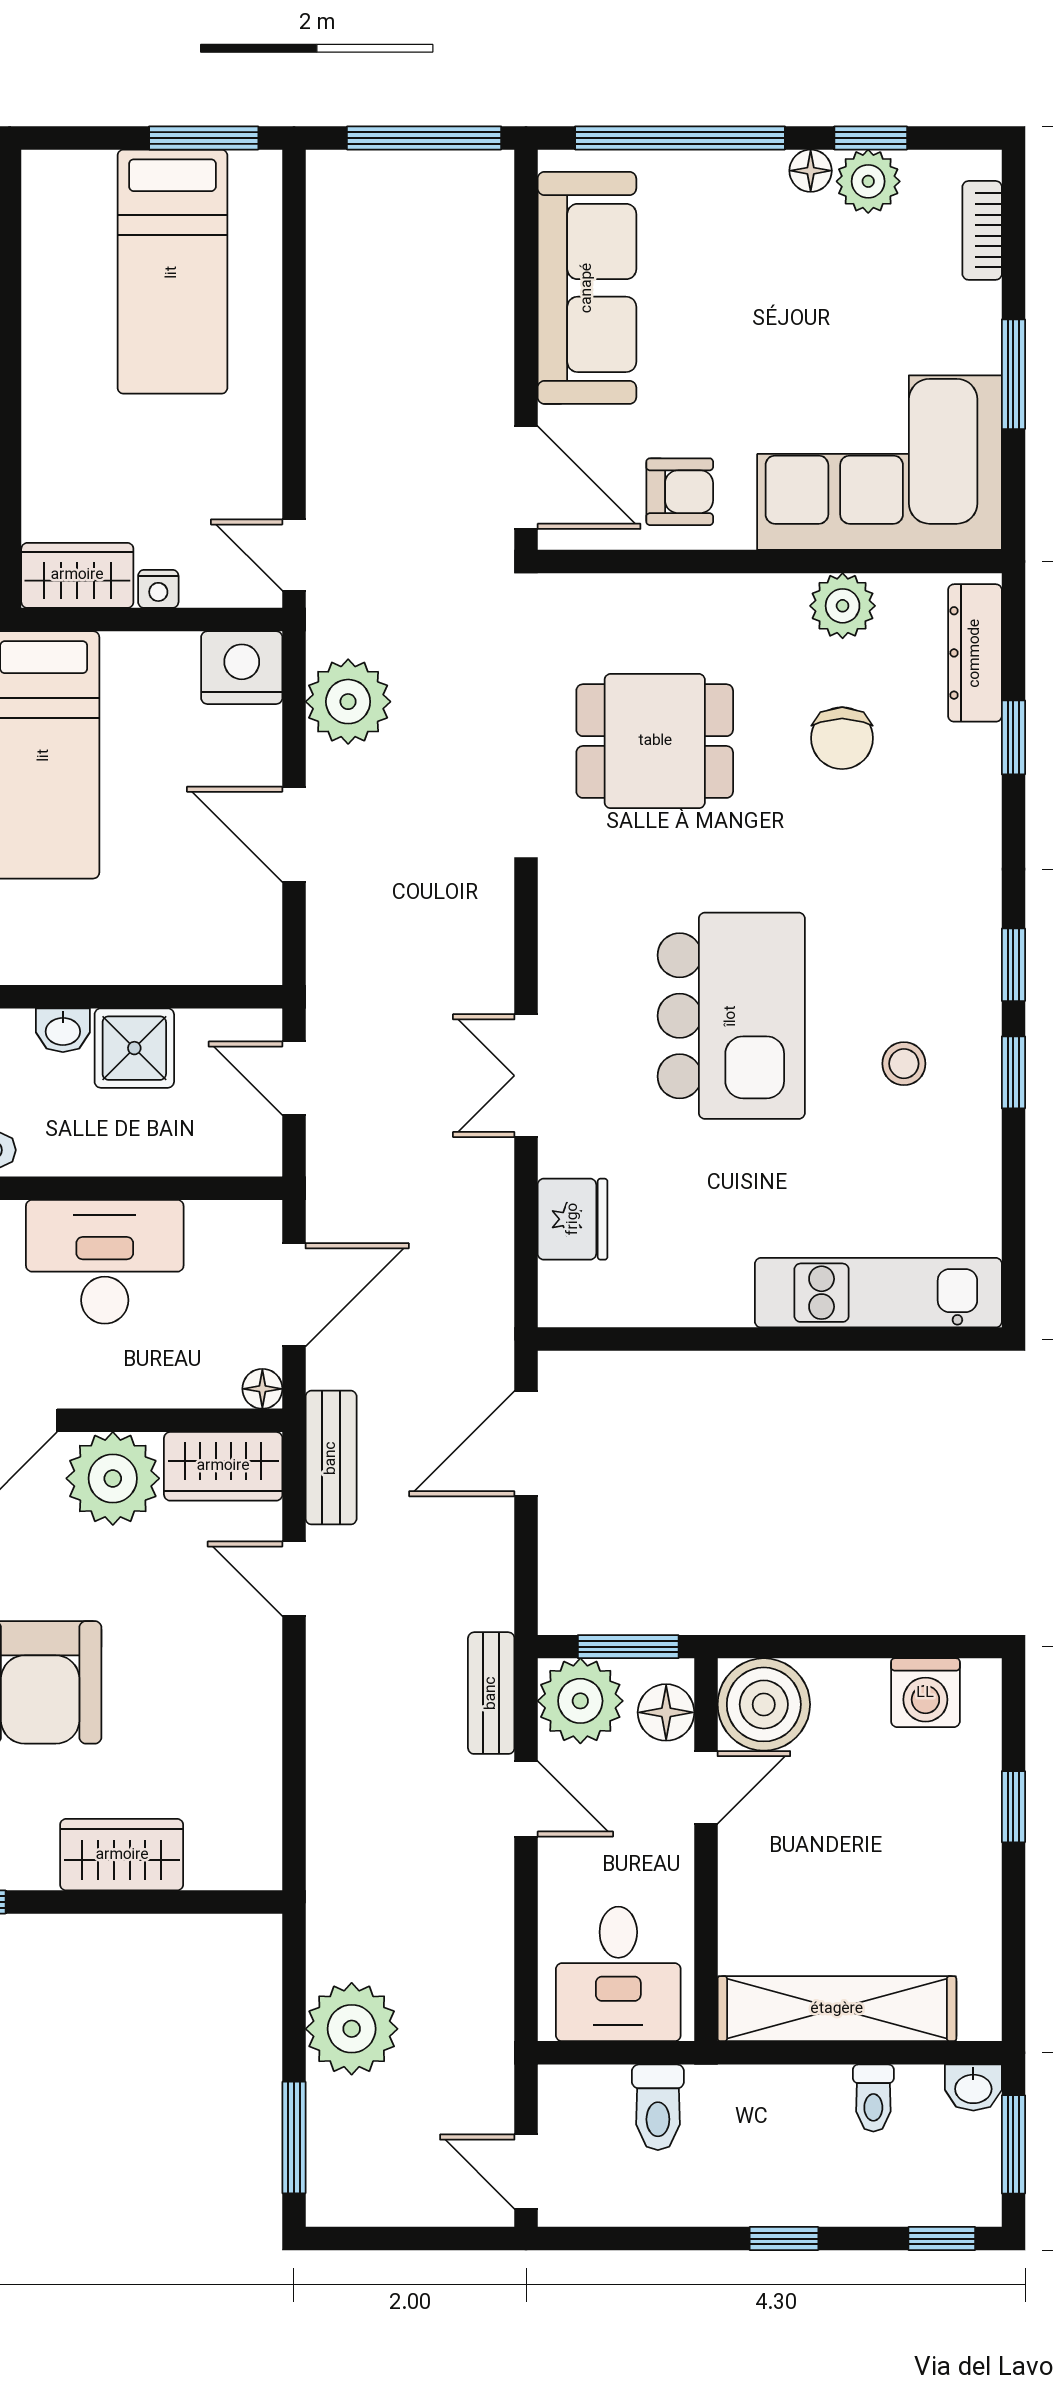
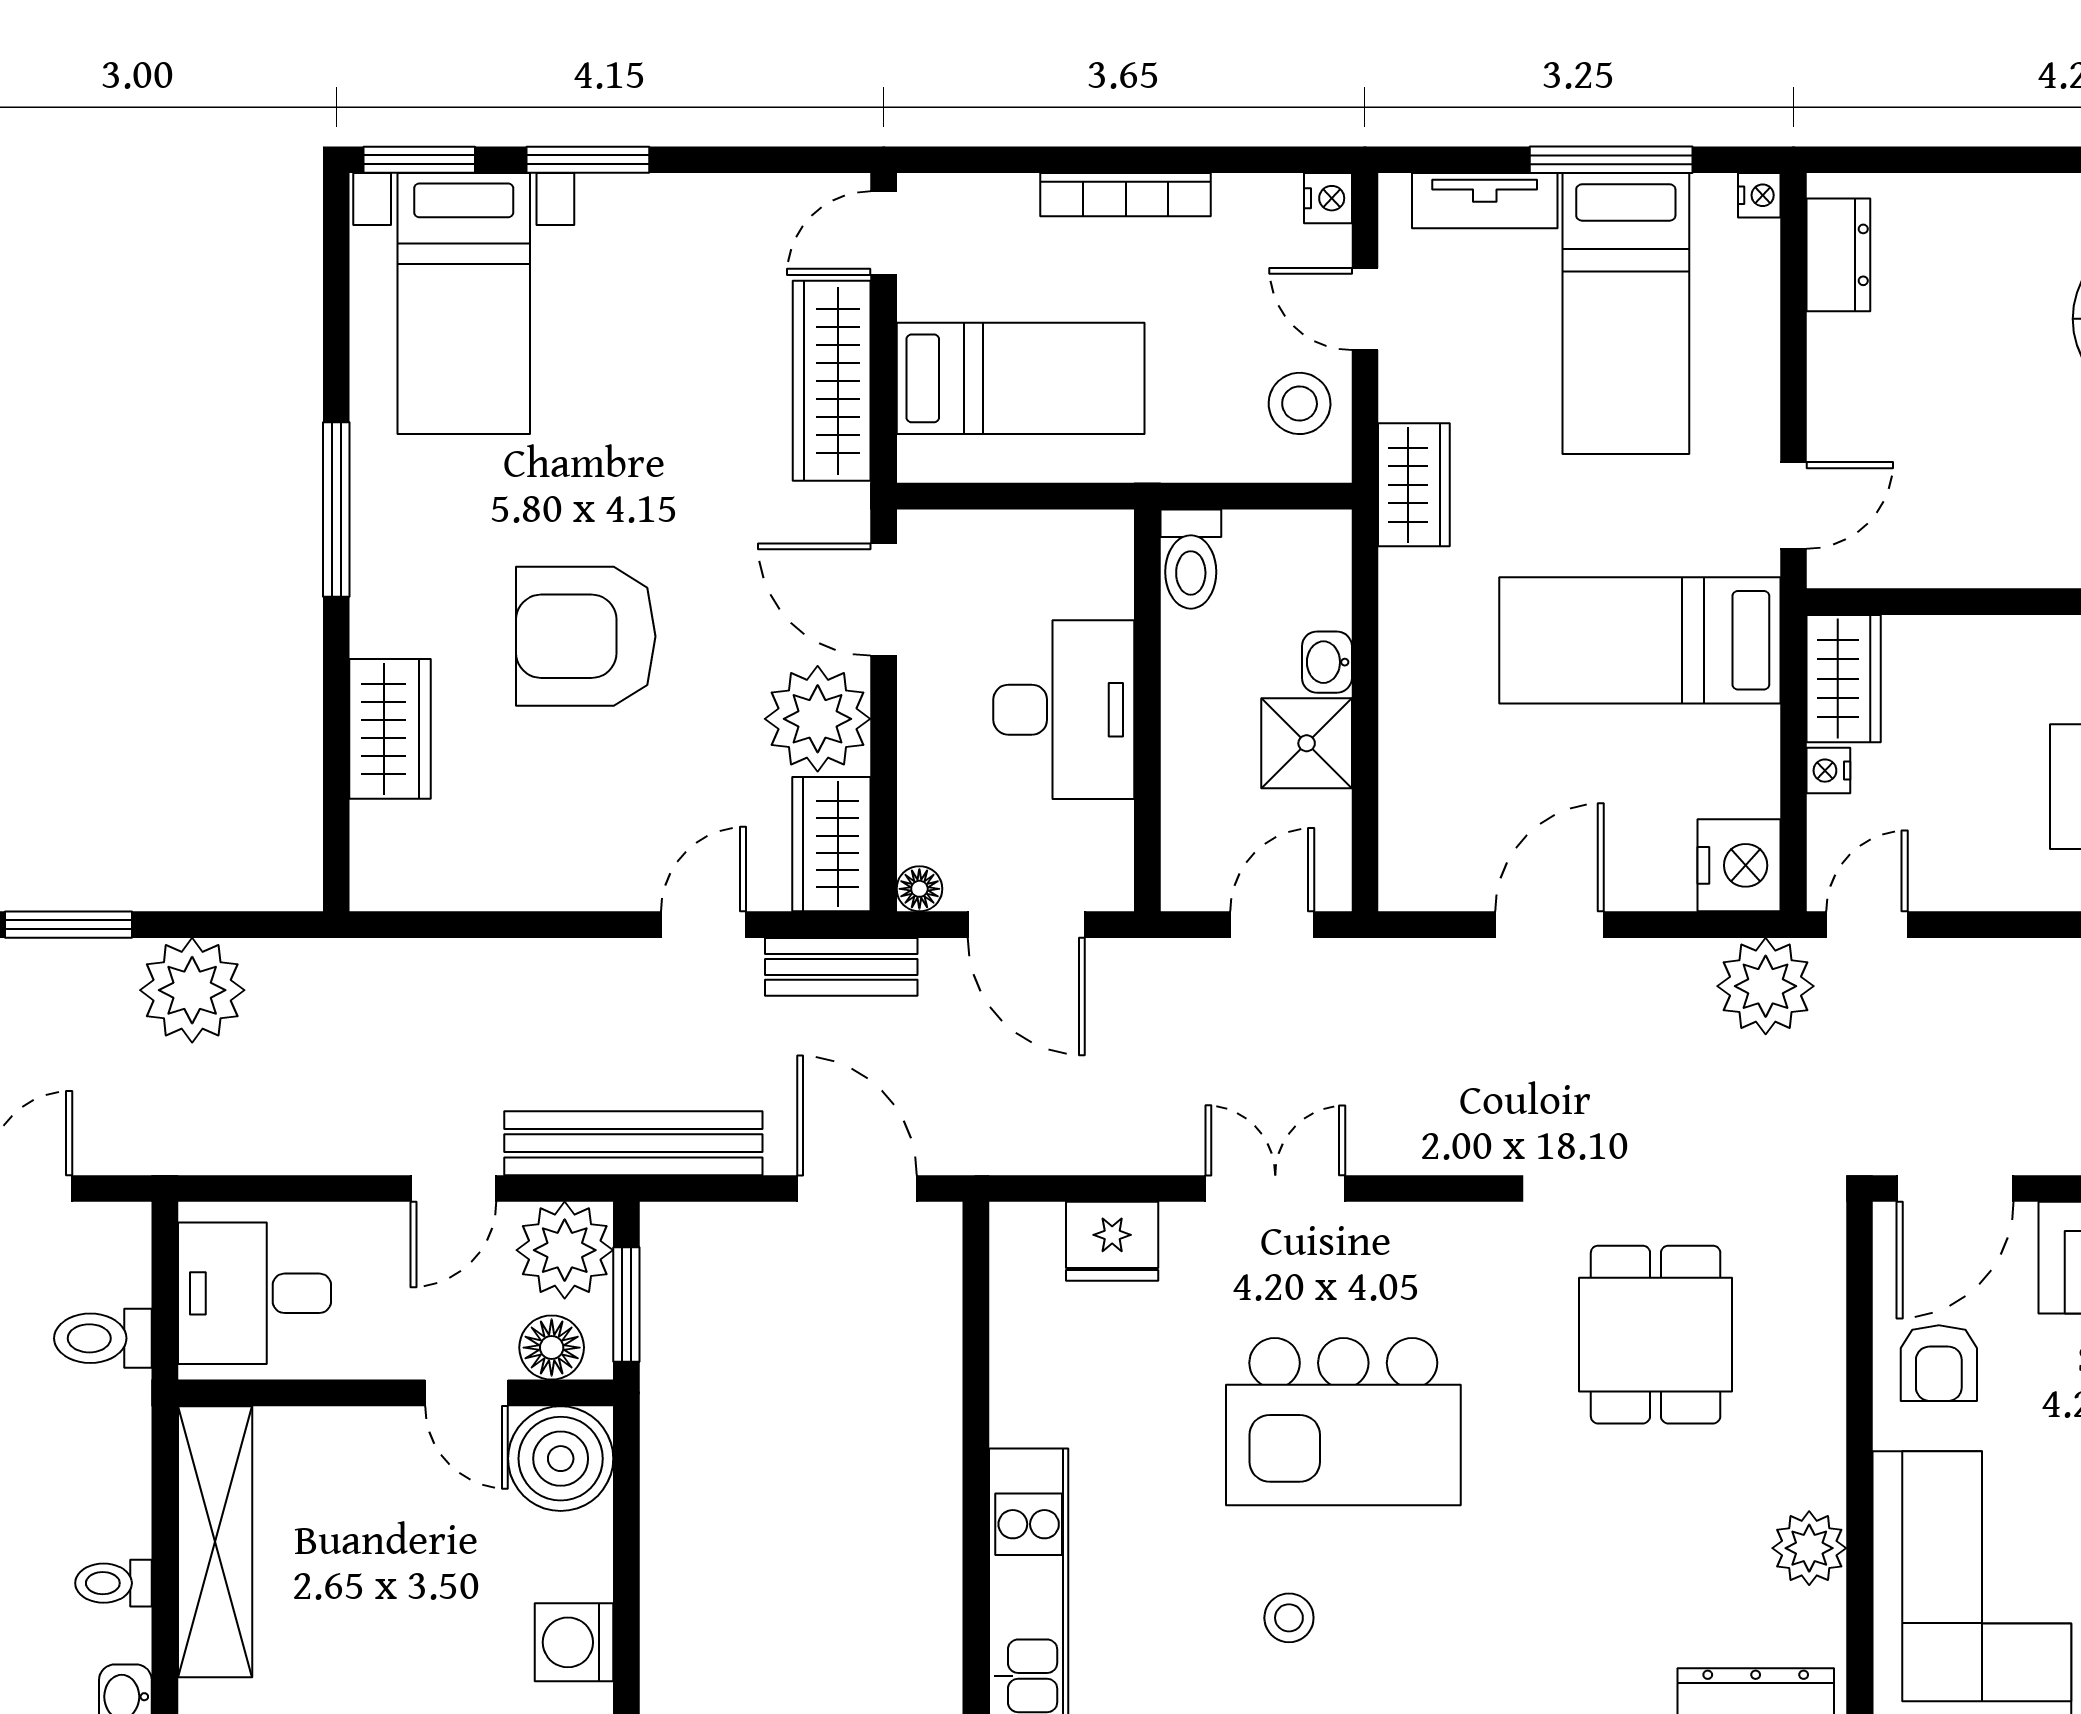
plant: (348, 702) -> (1766, 986), moved
chair: (842, 738) -> (1659, 1548), removed
bench: (491, 1693) -> (633, 1143), width x1.86, depth x1.21

